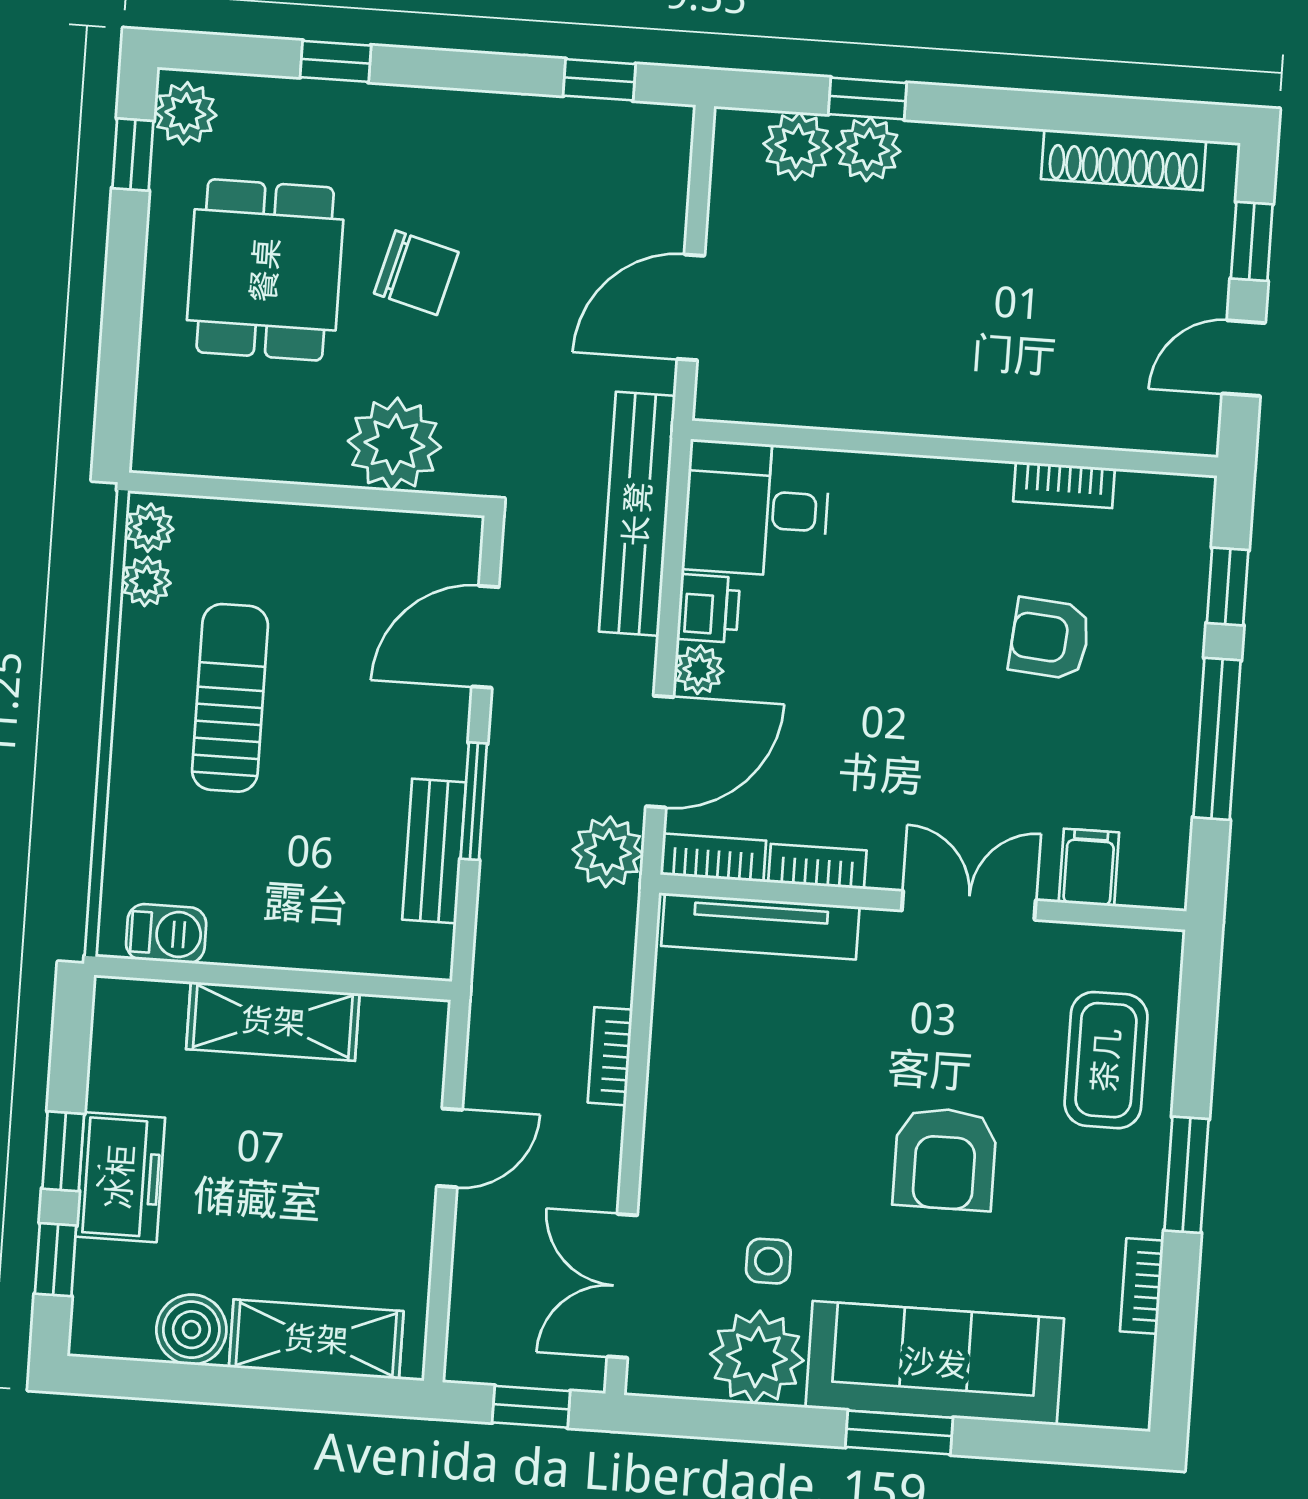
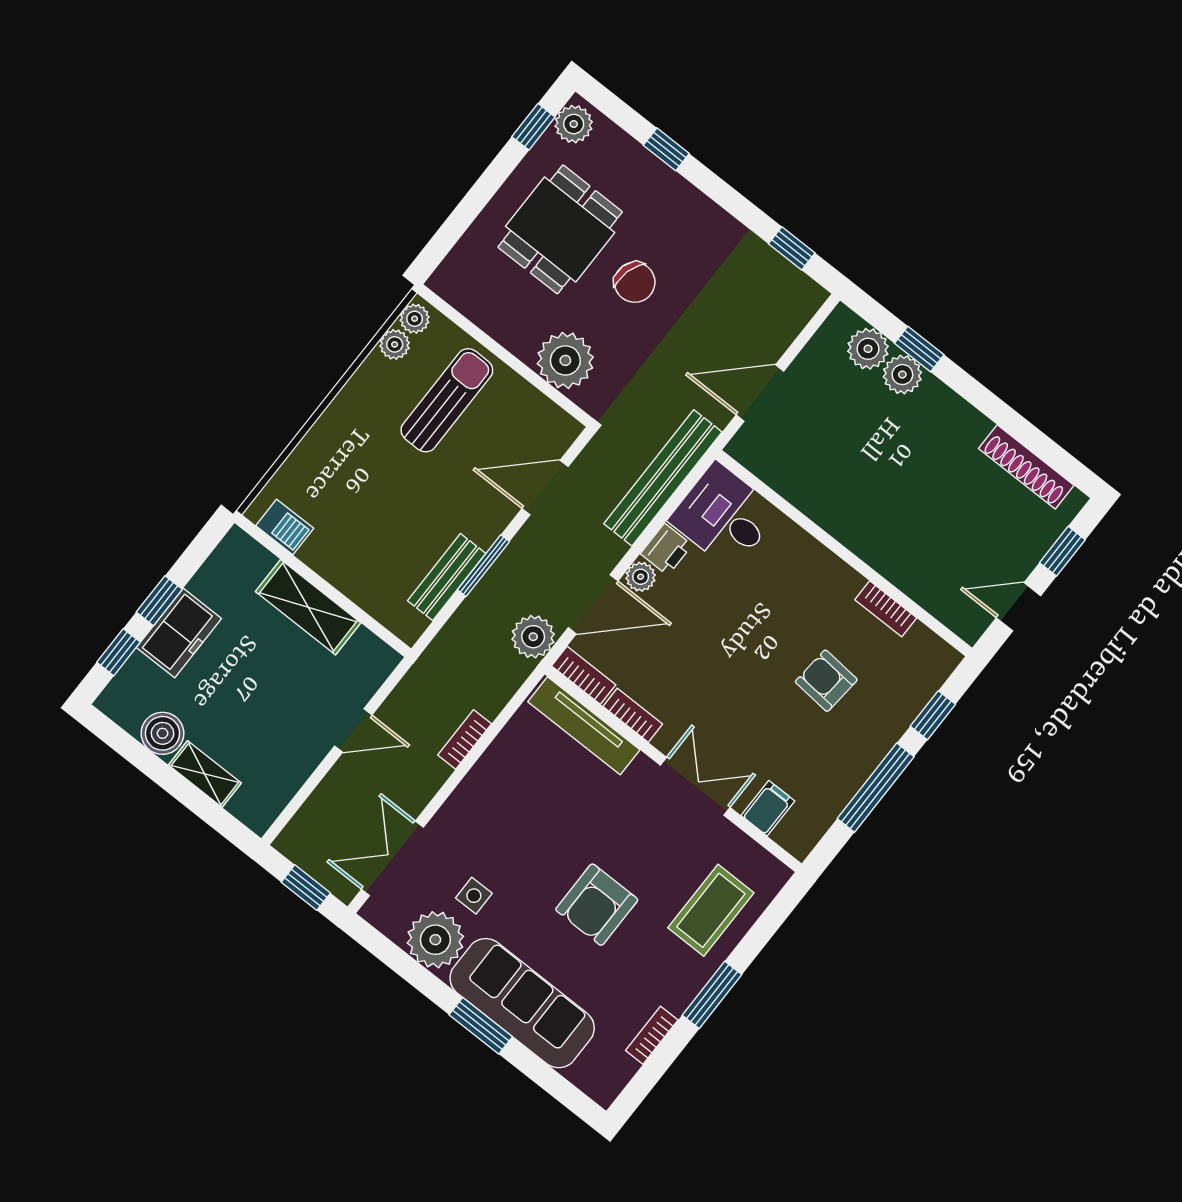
sun lounger: (230, 698) -> (447, 400), moved
shelving: (316, 1339) -> (205, 774), width x0.67, depth x0.75

